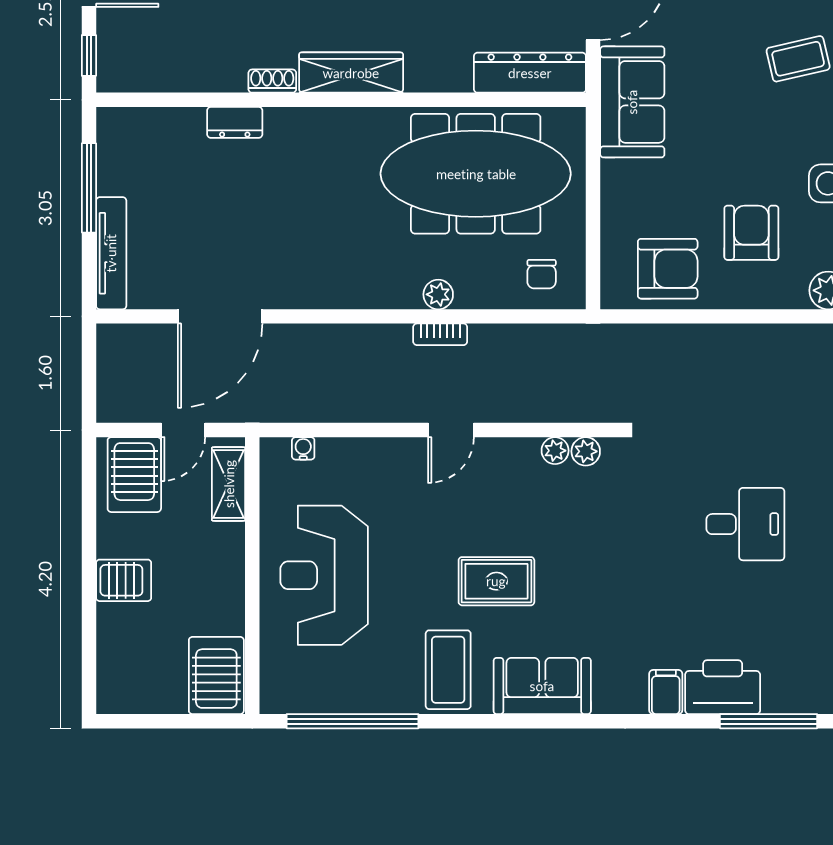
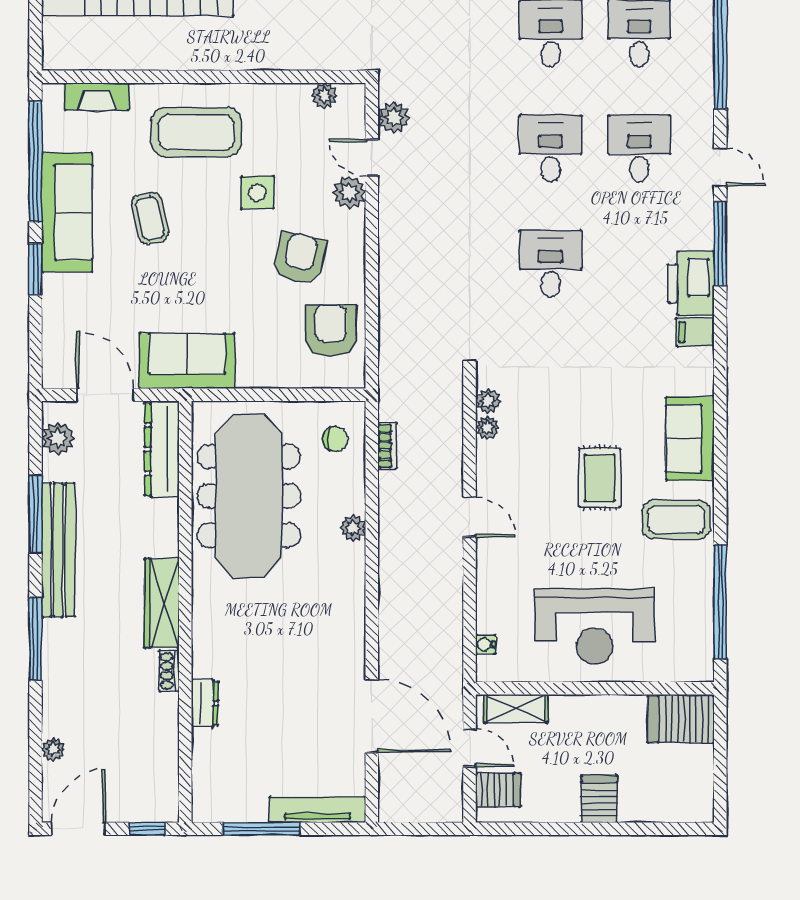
armchair: (751, 233) -> (300, 258), turned 102
bookcase: (440, 334) -> (387, 446), moved
server rack: (134, 475) -> (498, 790), width x0.73, depth x0.70

